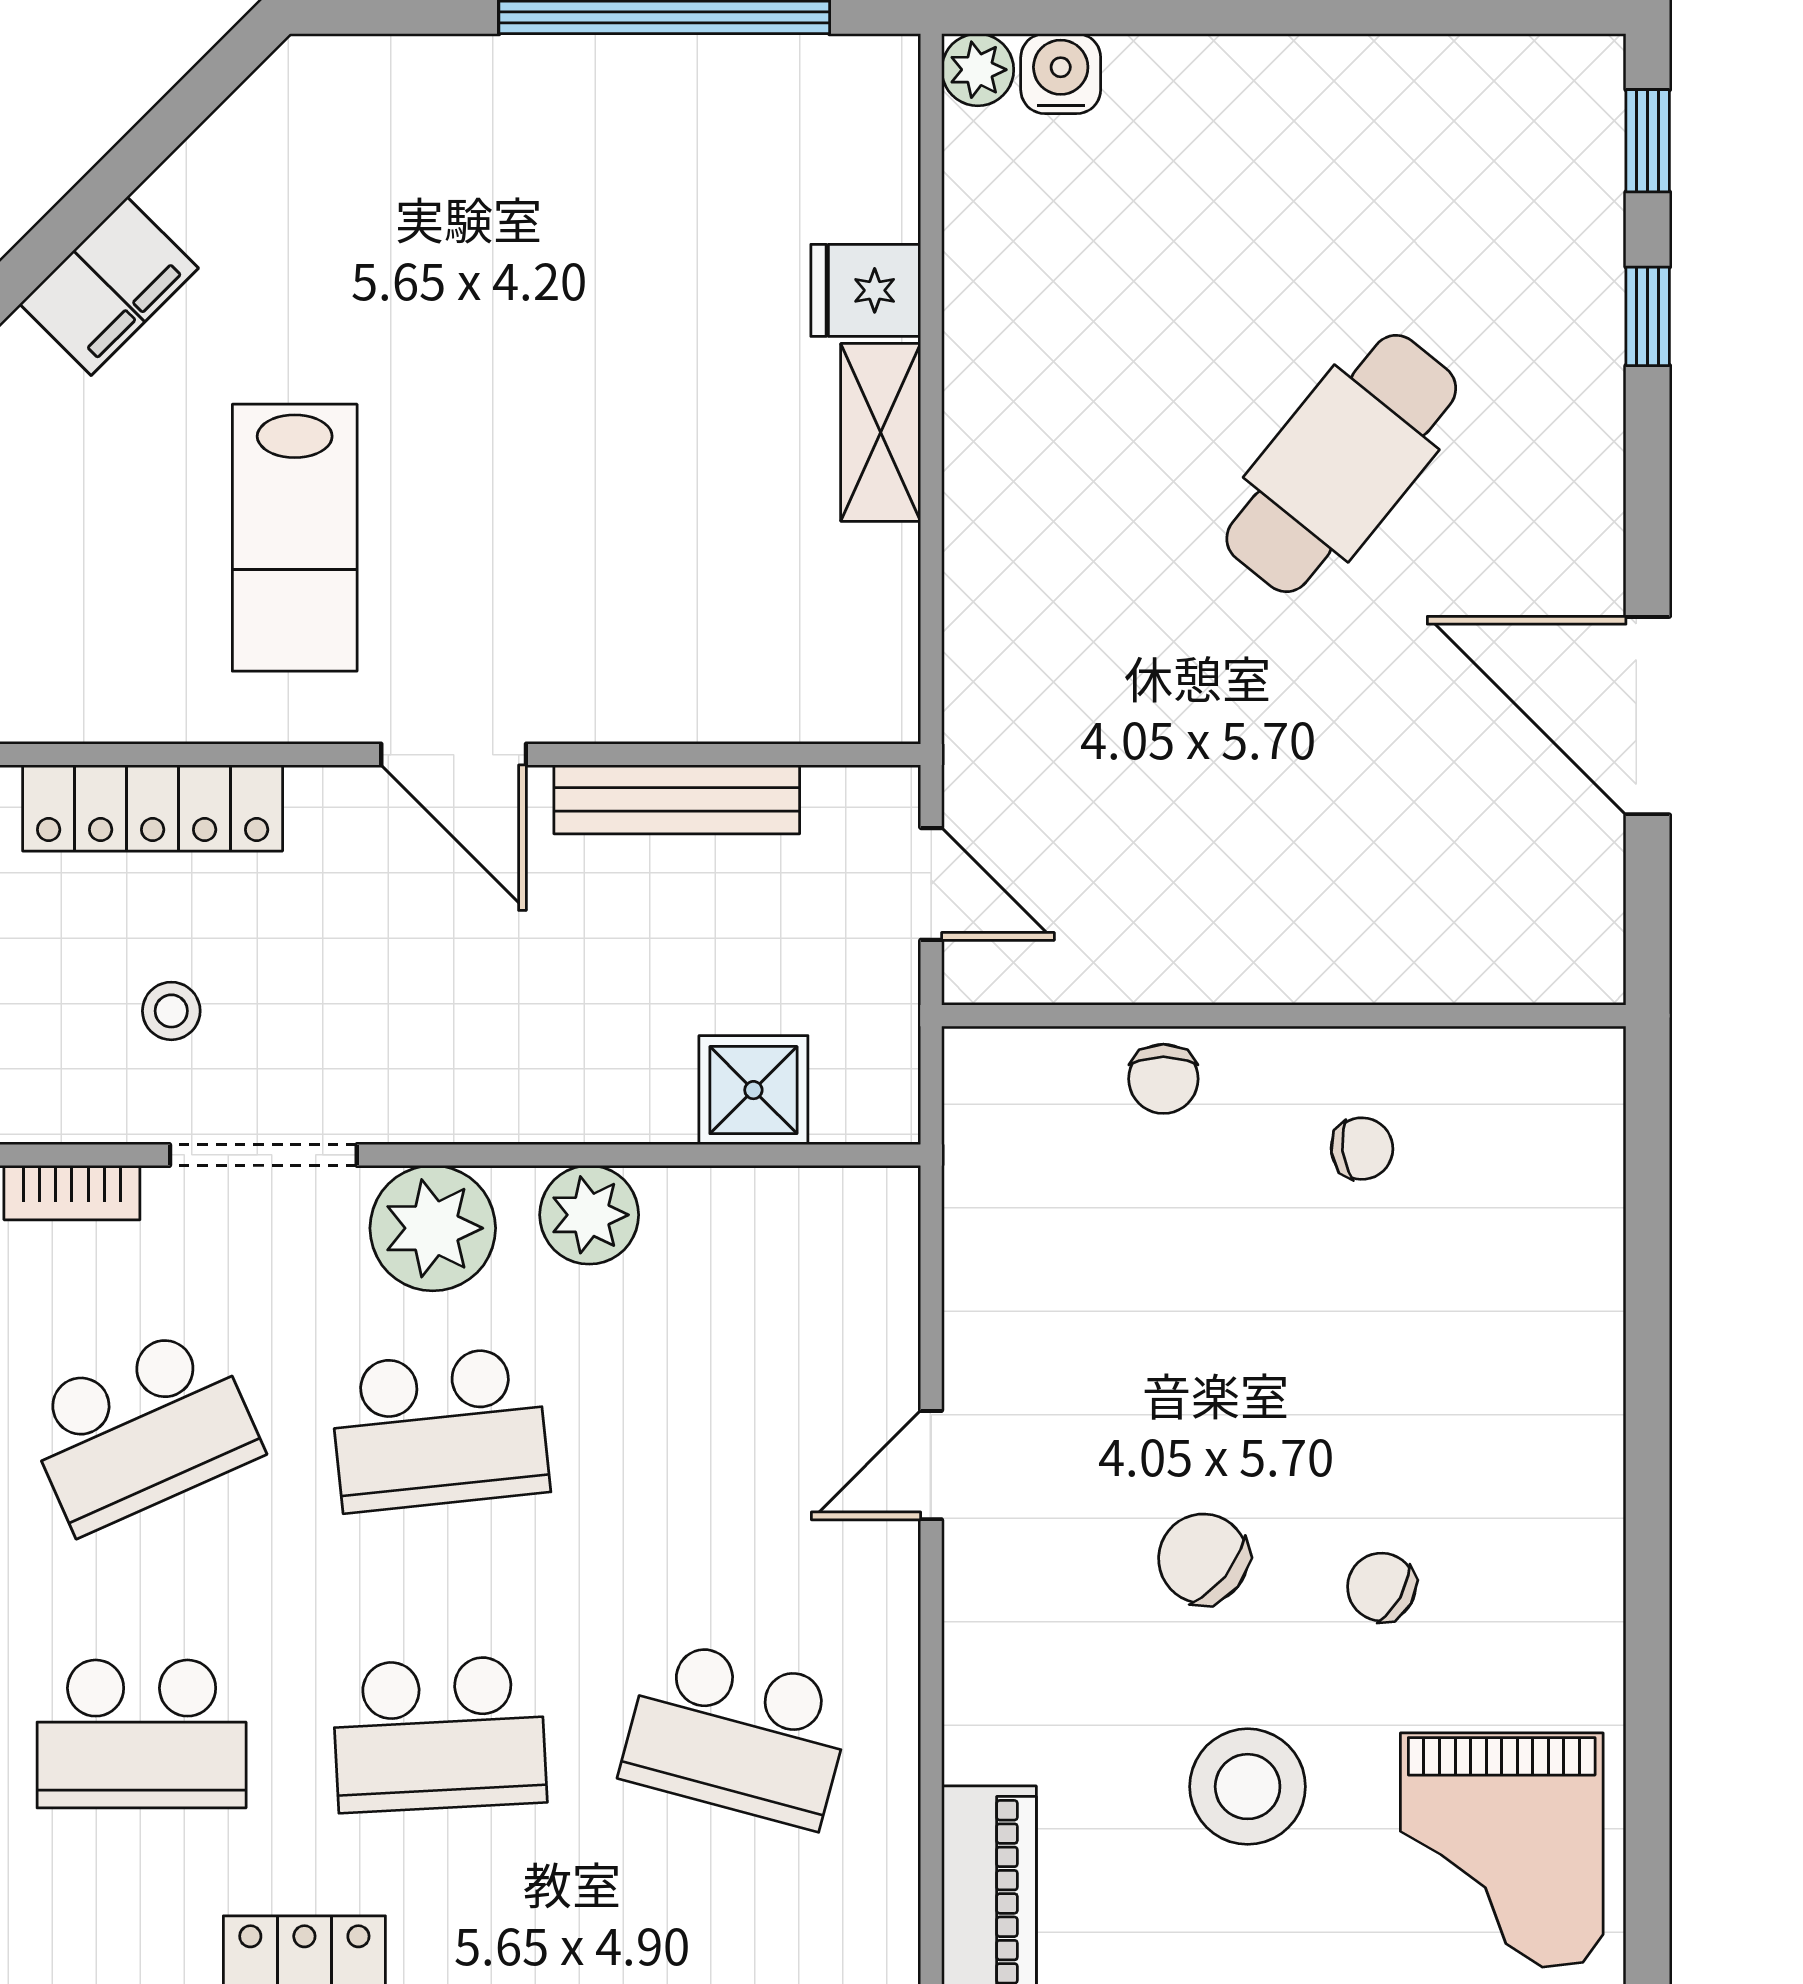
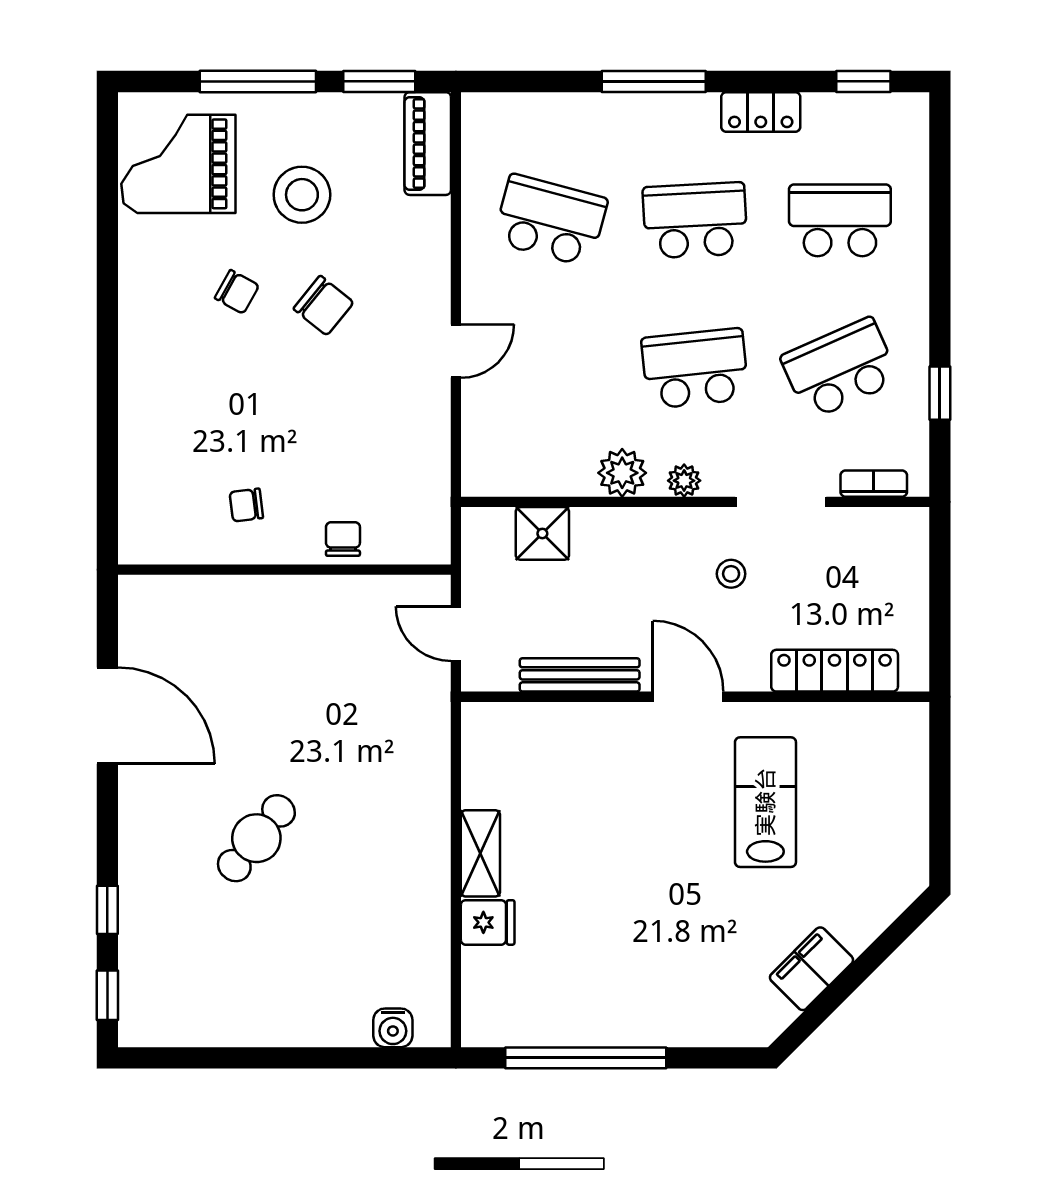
plant: (978, 70) -> (433, 1030), removed
filing cabinet: (109, 286) -> (812, 969), moved
cafe table: (1341, 464) -> (256, 838), width x0.73, depth x0.74
stool: (171, 1011) -> (731, 574), moved
plant: (433, 1228) -> (684, 481), width x0.53, depth x0.53
grand piano: (1502, 1850) -> (178, 164), turned -90

